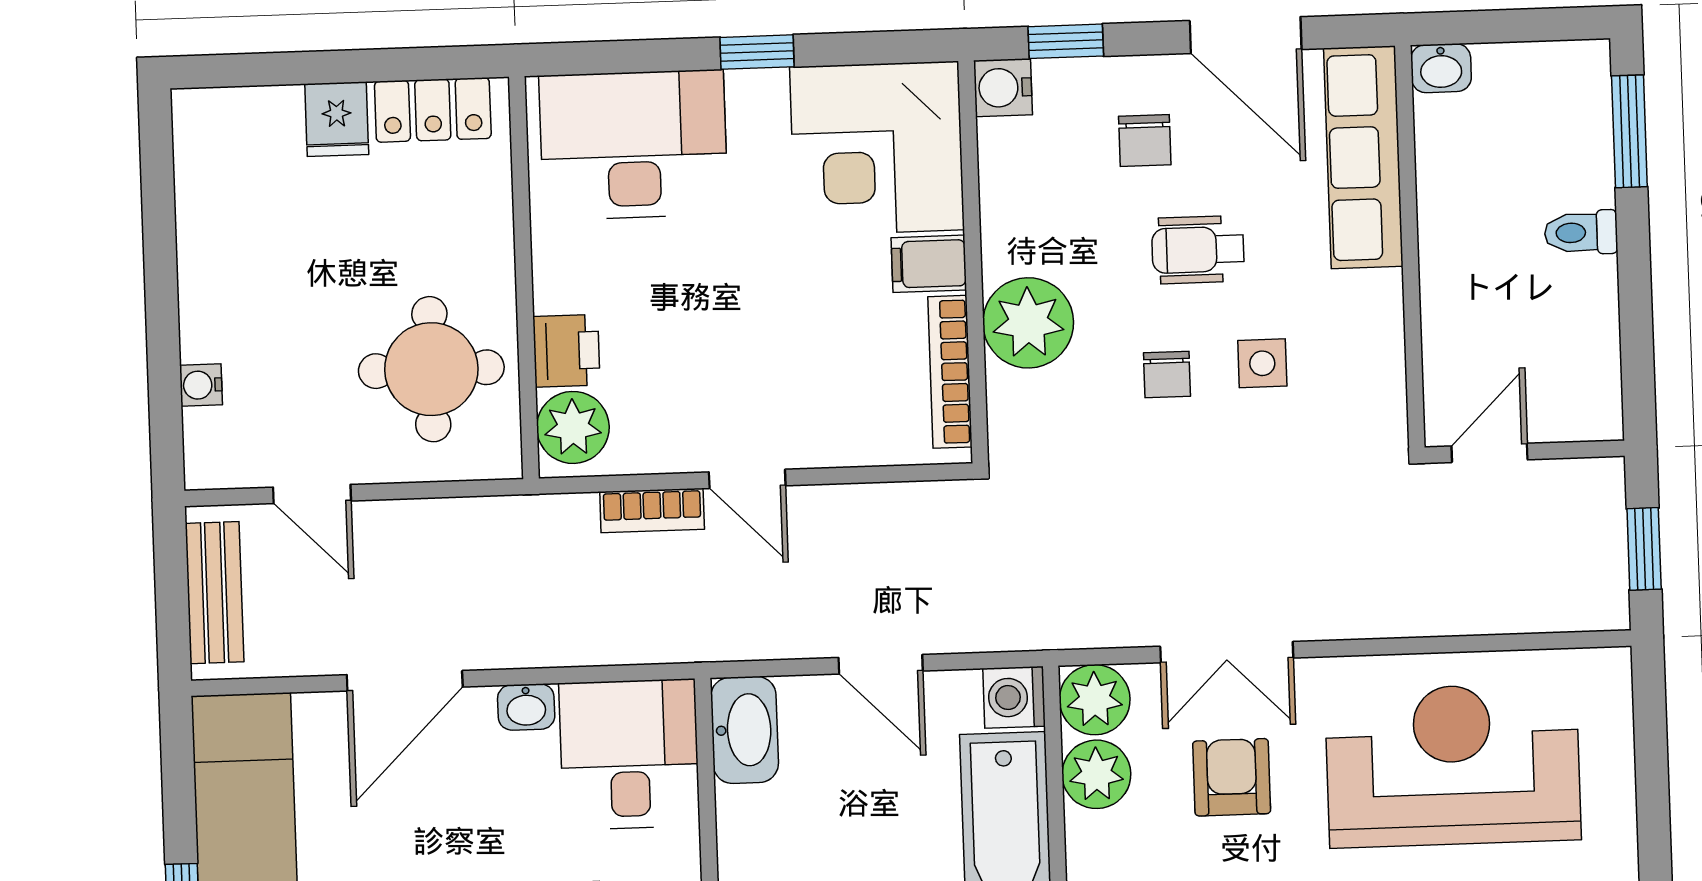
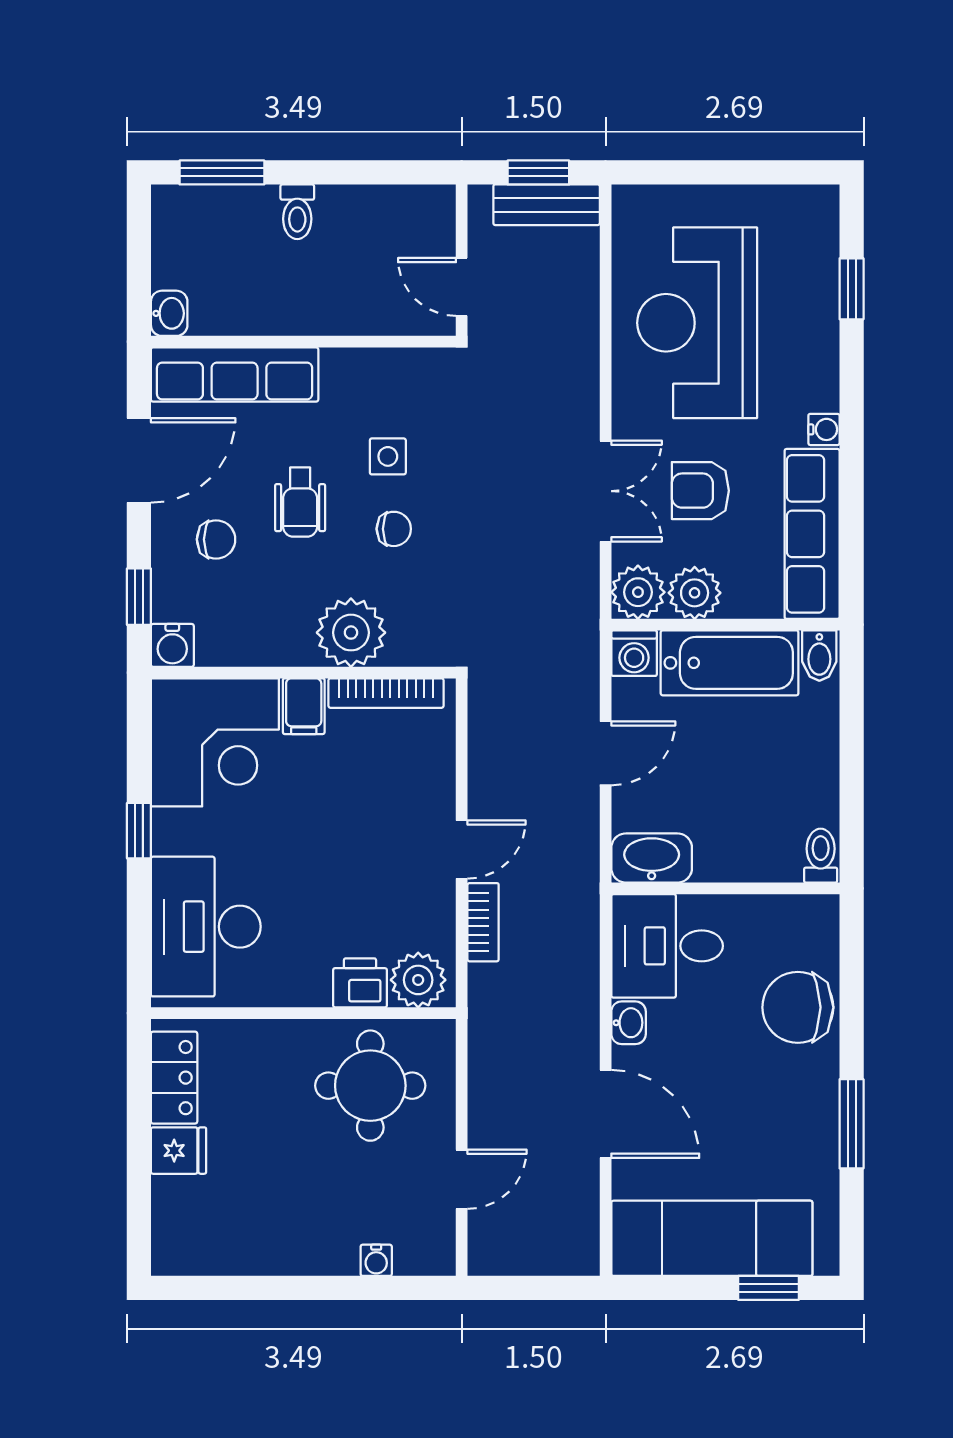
bench: (215, 593) -> (547, 205), moved

